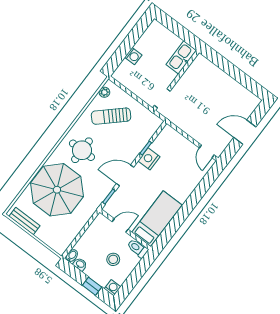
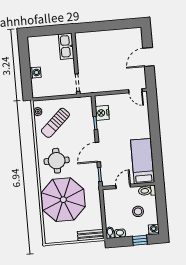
nightstand: (149, 159) -> (102, 113), moved
bench: (24, 221) -> (91, 235), moved

